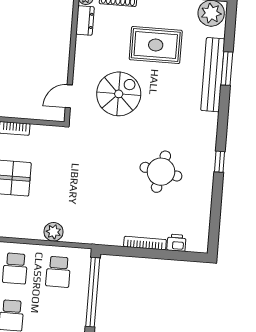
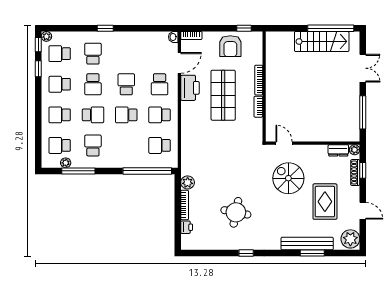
spiral stairs: (119, 94) -> (288, 178), turned 180
plant: (54, 232) -> (188, 182), moved

